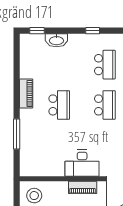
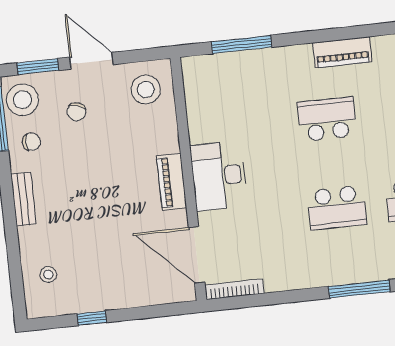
school desk: (59, 105) -> (327, 119), turned 180
window: (17, 134) -> (241, 45), moved

